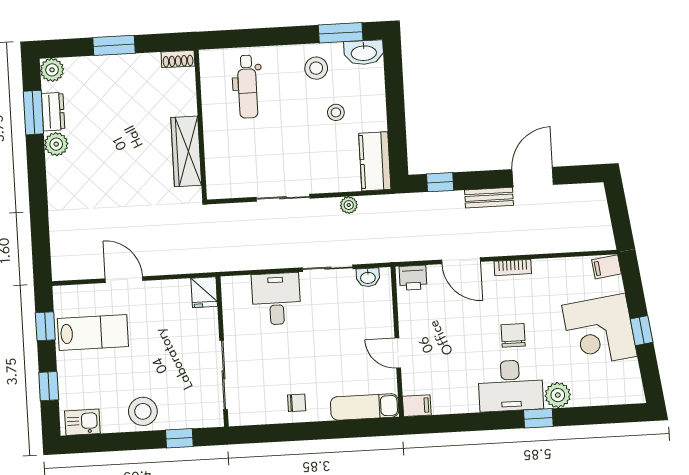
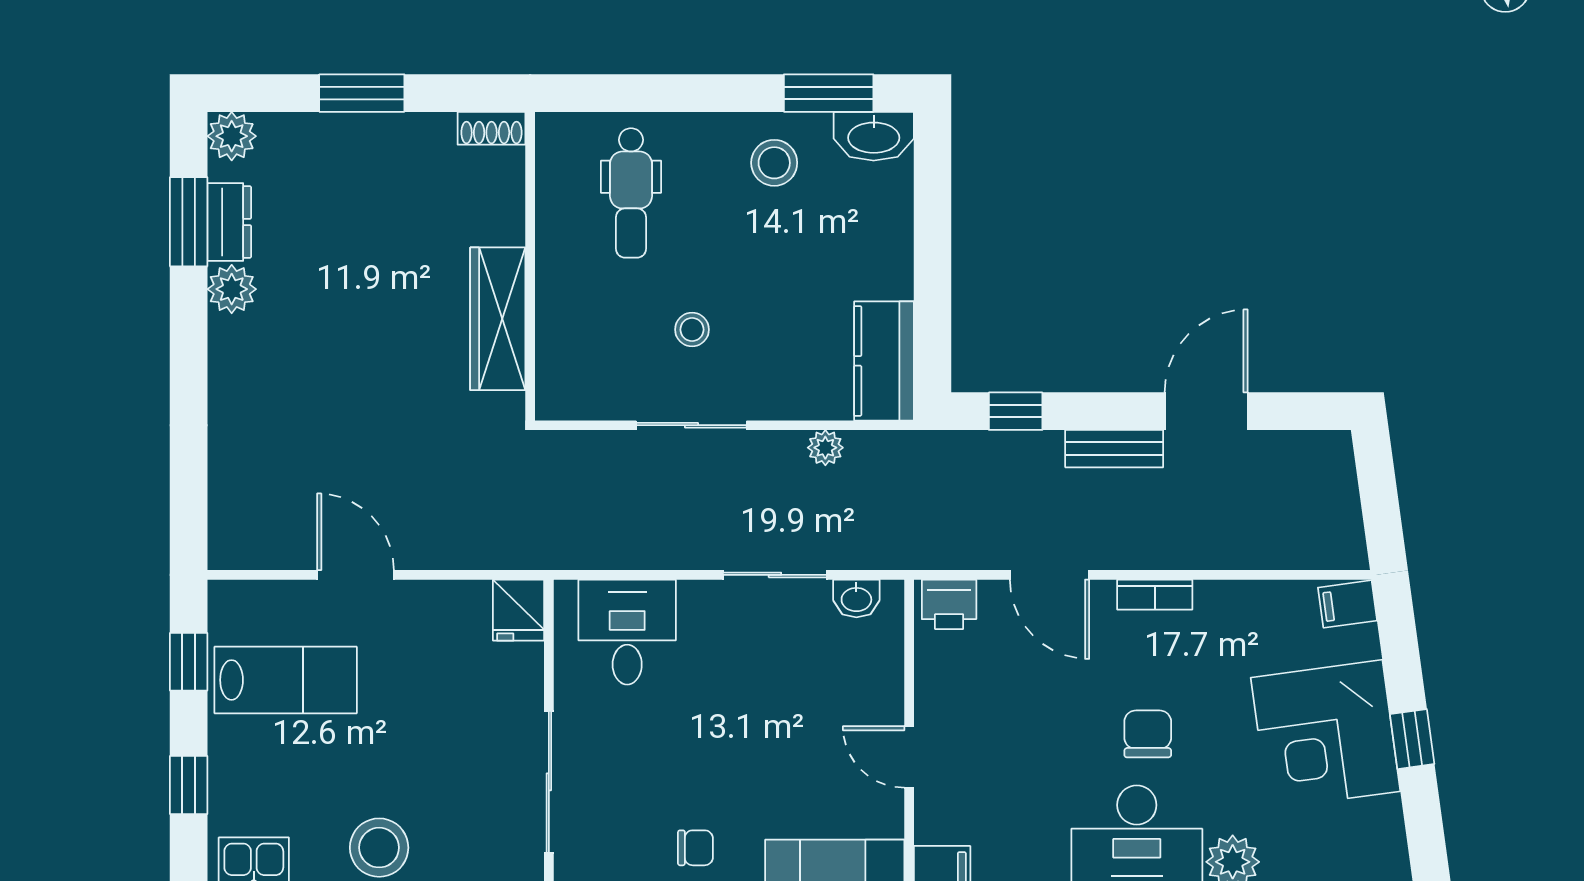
stool: (336, 112) -> (692, 330), moved
desk: (276, 299) -> (627, 632), moved

